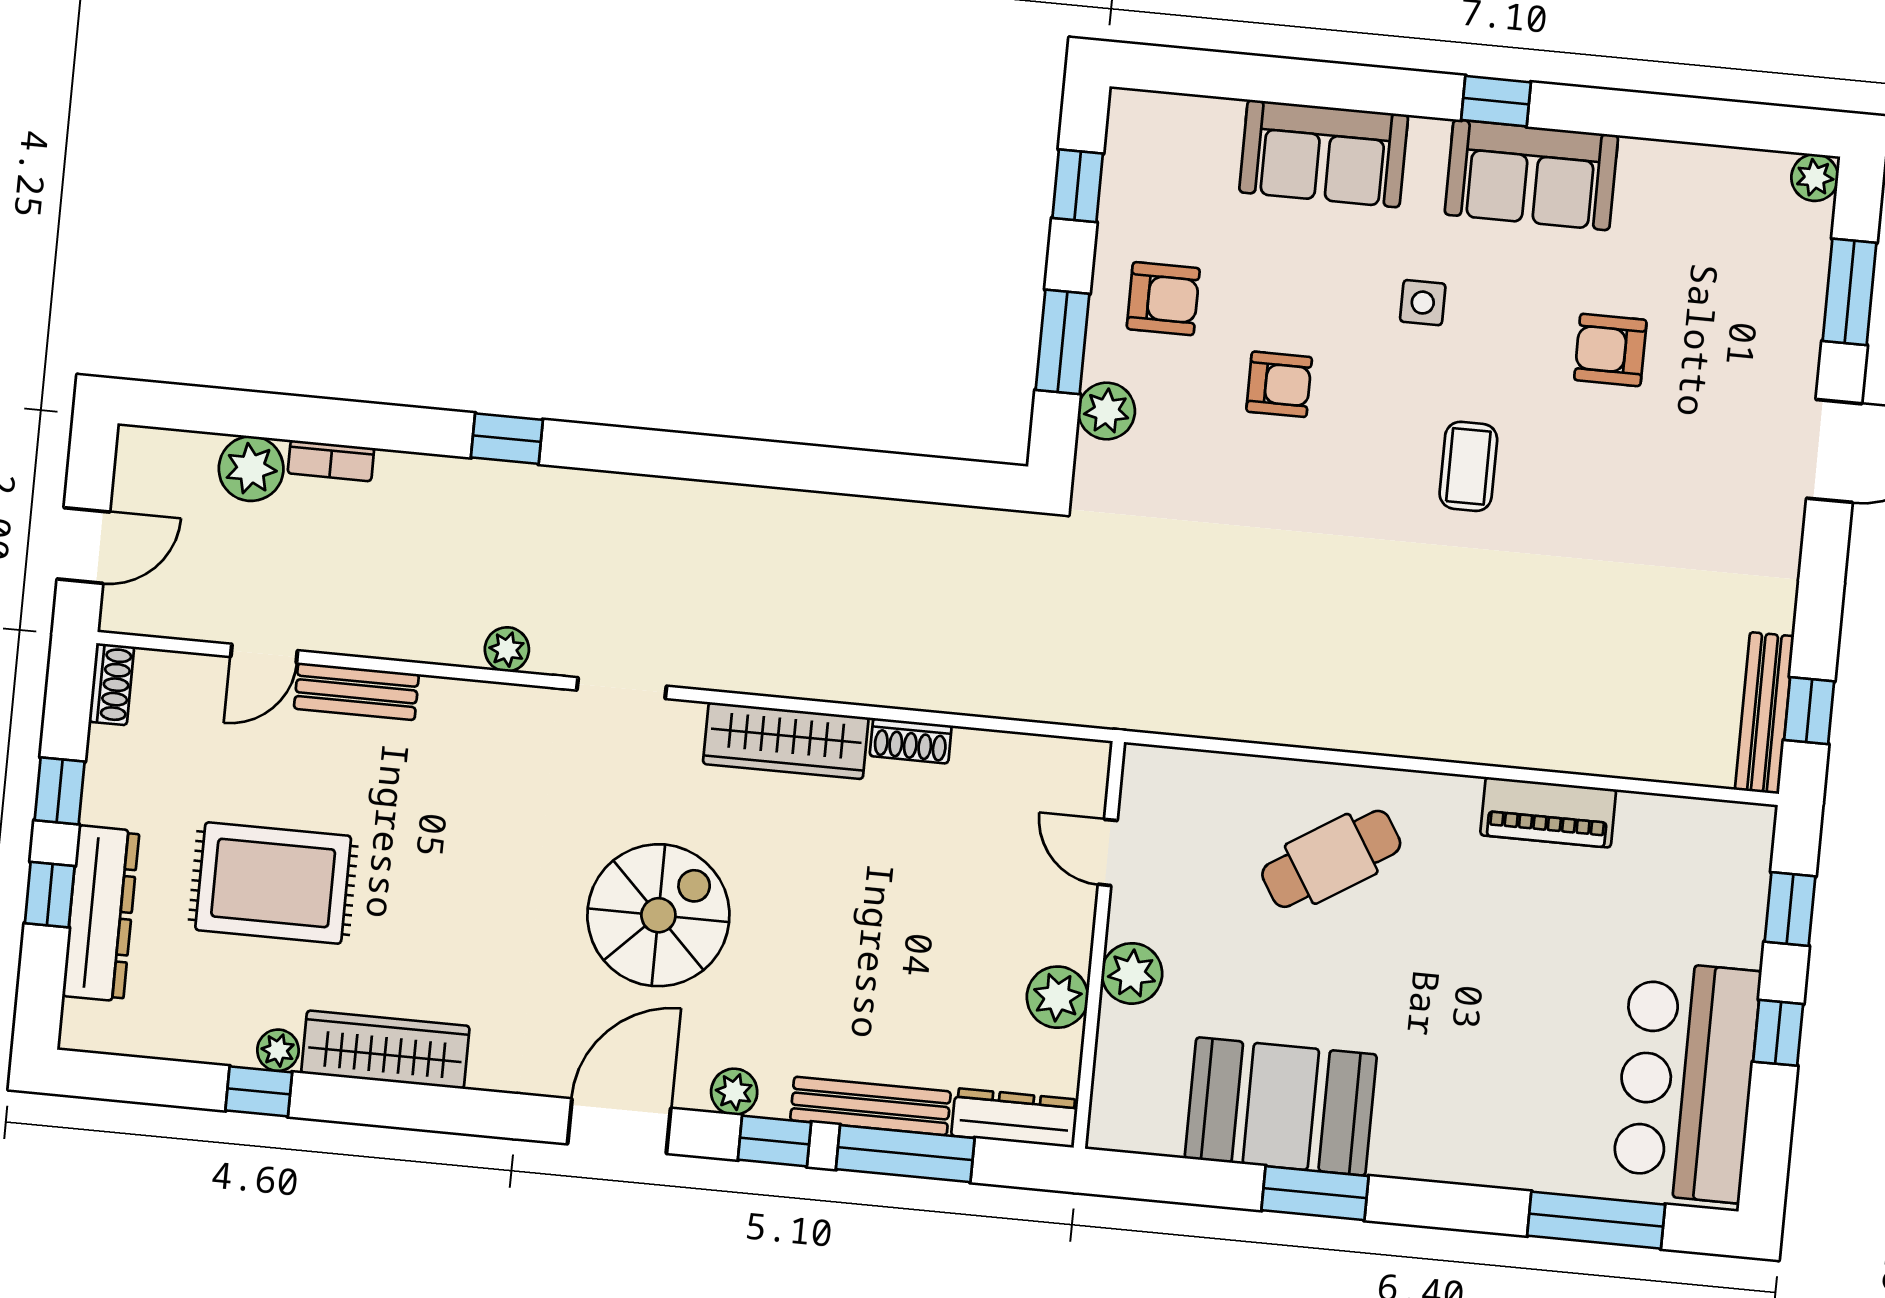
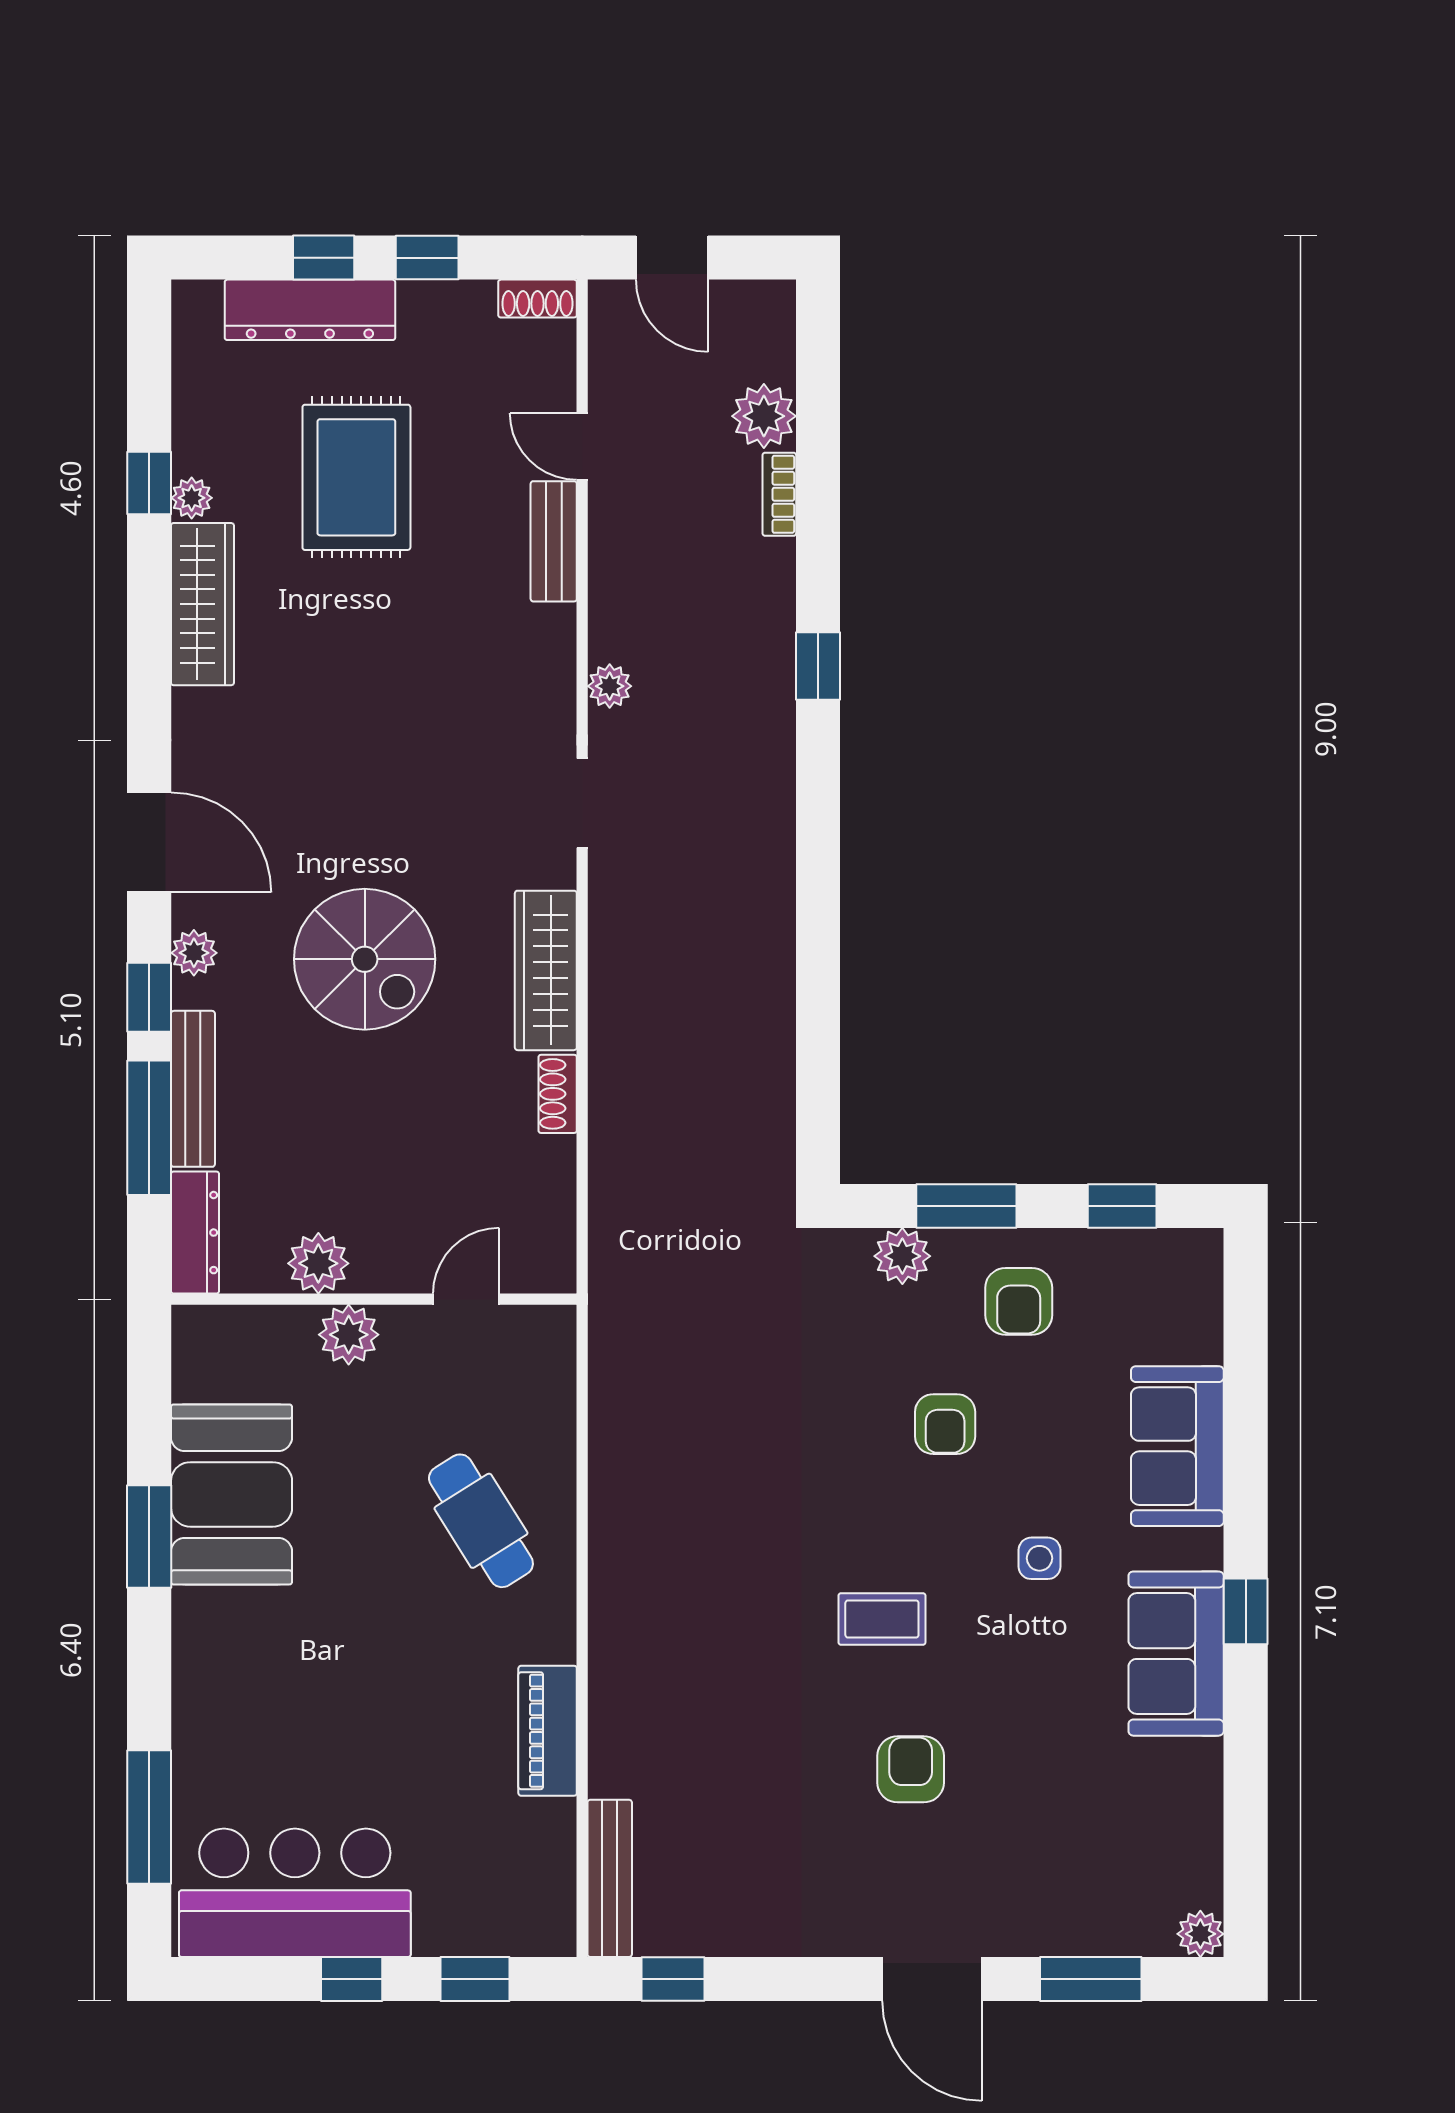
armchair: (1610, 350) -> (911, 1769), moved
bench: (1764, 713) -> (610, 1878), moved, turned 90
spiral stairs: (658, 915) -> (365, 959), moved

